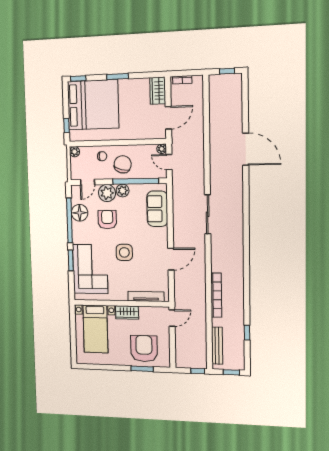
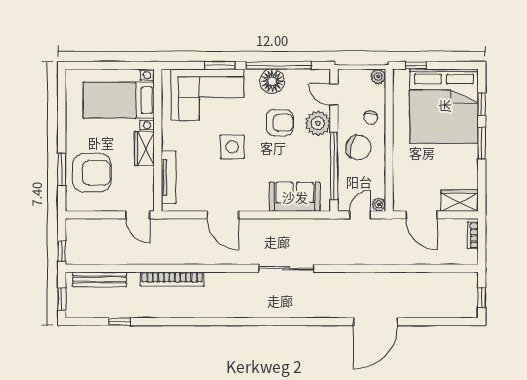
window: (78, 78) -> (482, 104), moved
plant: (123, 191) -> (321, 146), removed
floor lamp: (80, 213) -> (272, 81), moved

